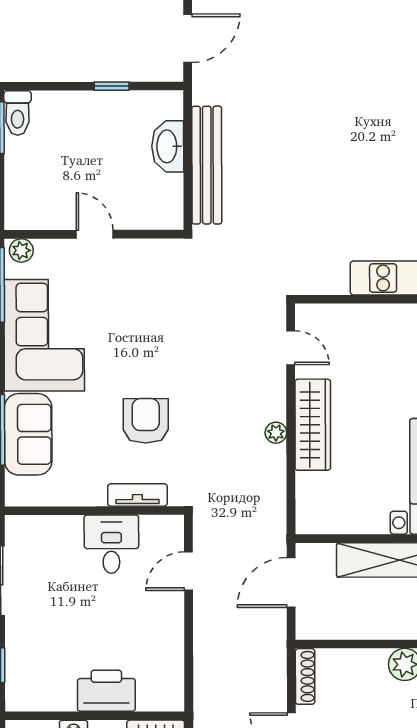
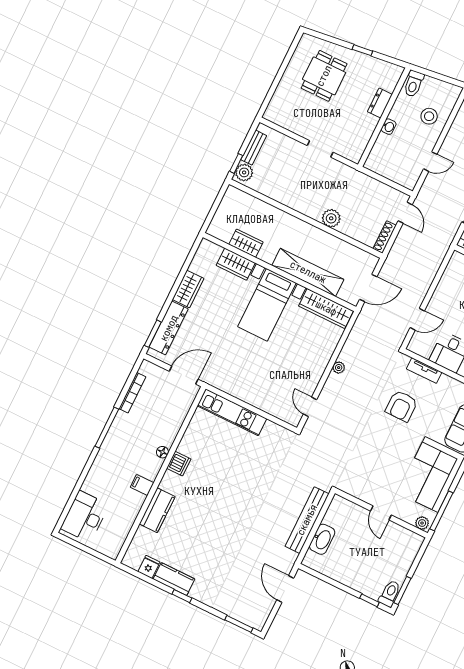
door: (188, 38) -> (285, 589), hinge flipped
window: (112, 86) -> (369, 600), moved
wardrobe: (313, 425) -> (326, 308), moved, turned -90

